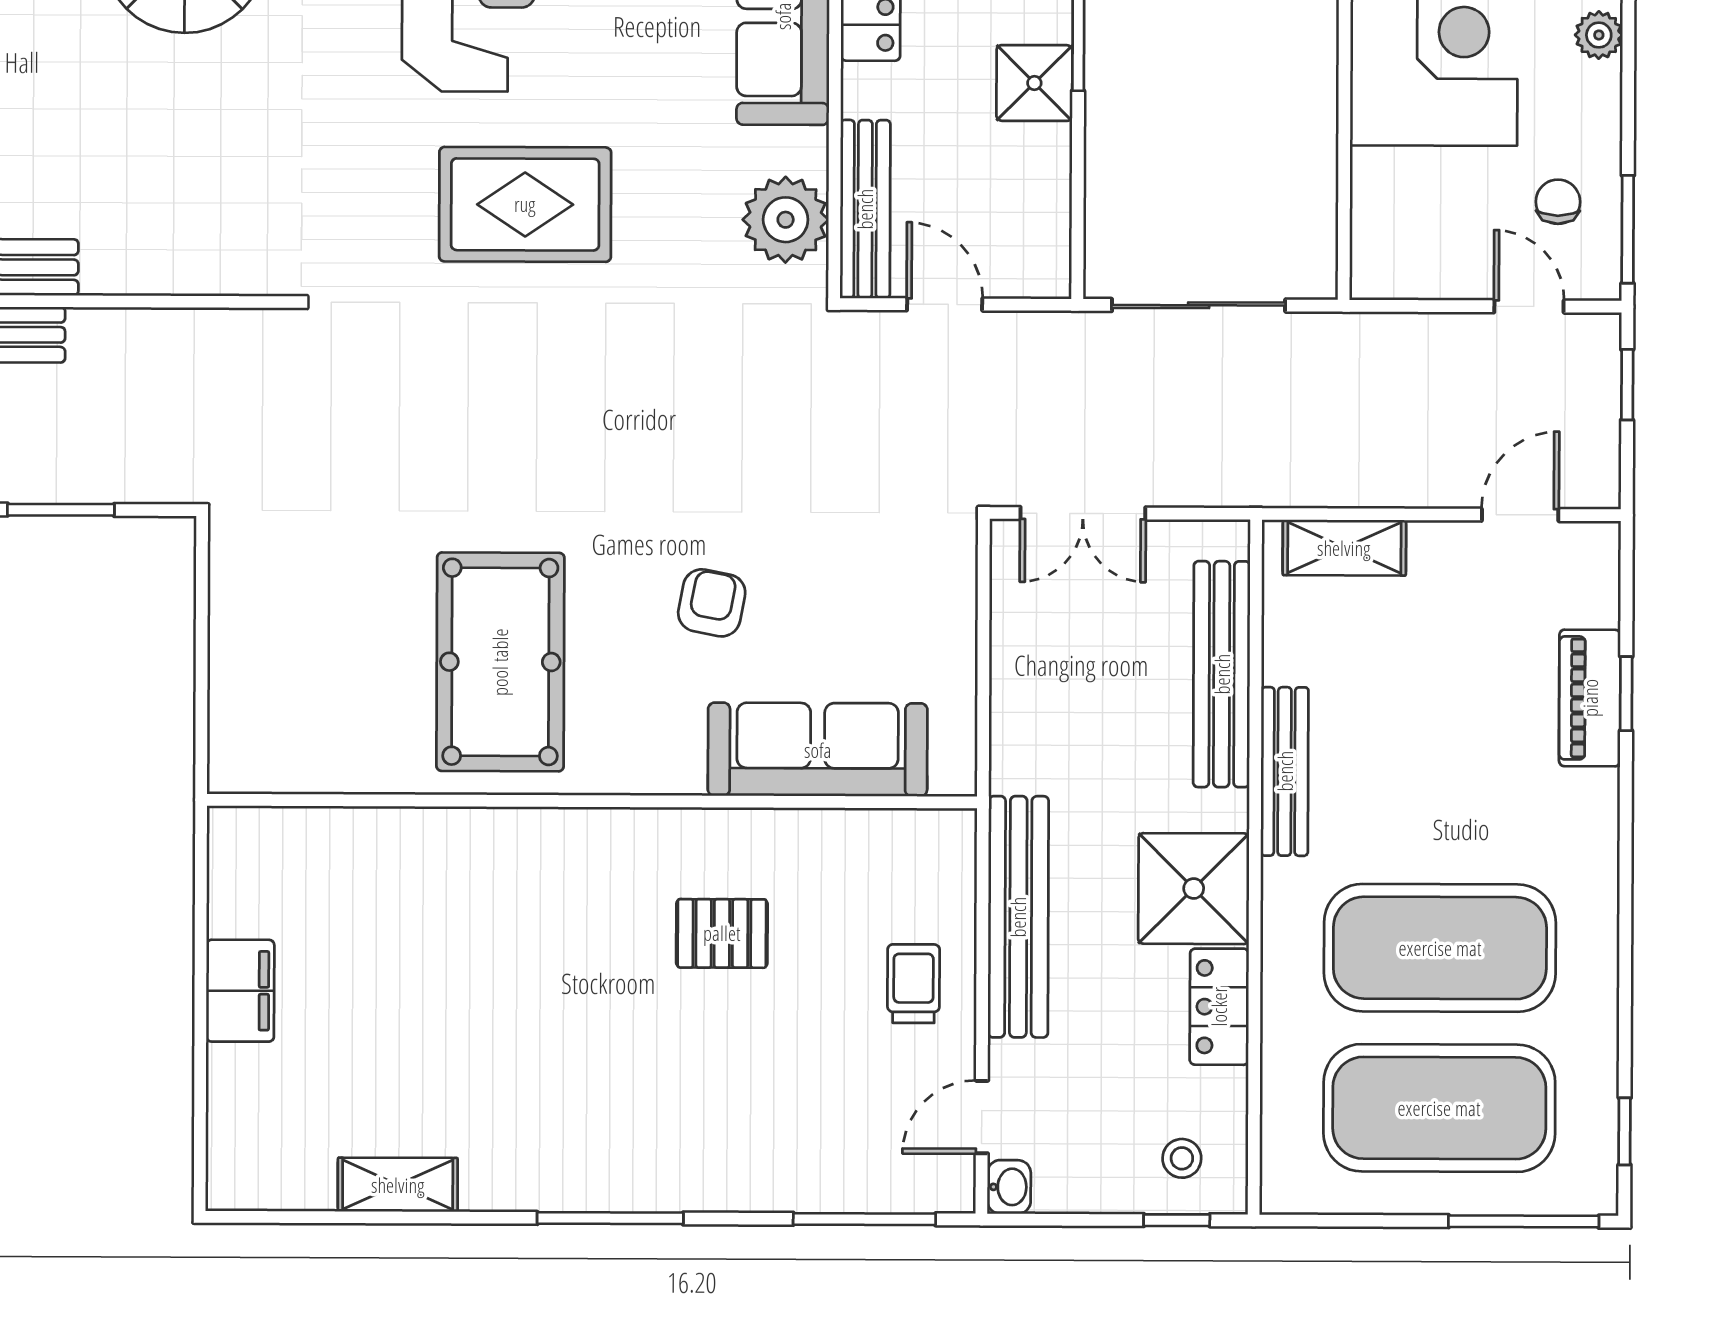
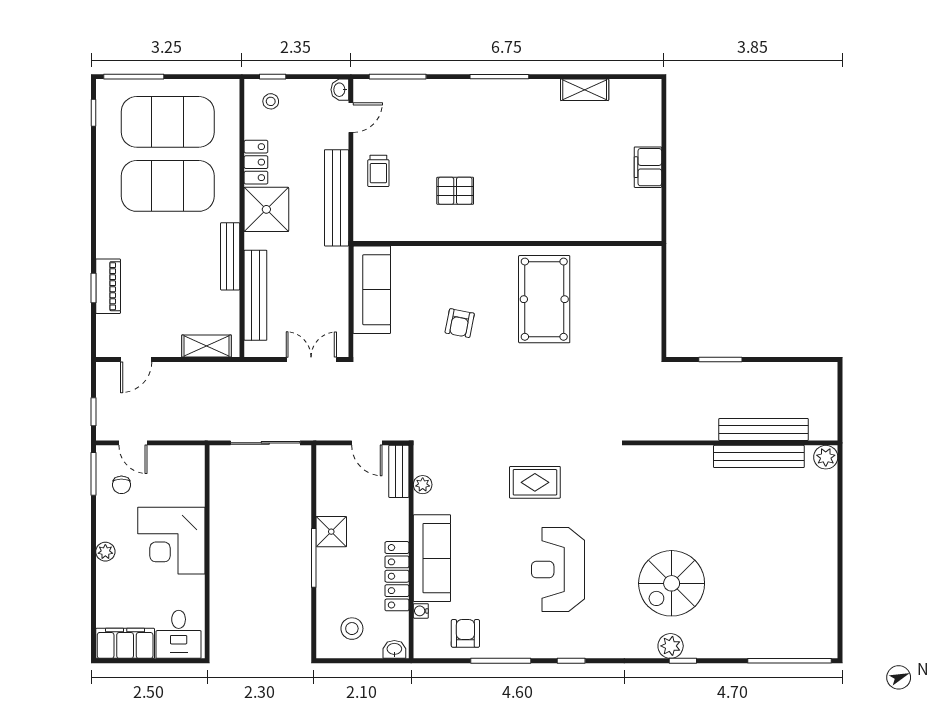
rug: (525, 204) -> (535, 482), width x0.73, depth x0.70
bench: (865, 209) -> (399, 471), width x0.73
plant: (786, 220) -> (423, 485), width x0.53, depth x0.53
sofa: (818, 750) -> (372, 290), moved, turned -90

